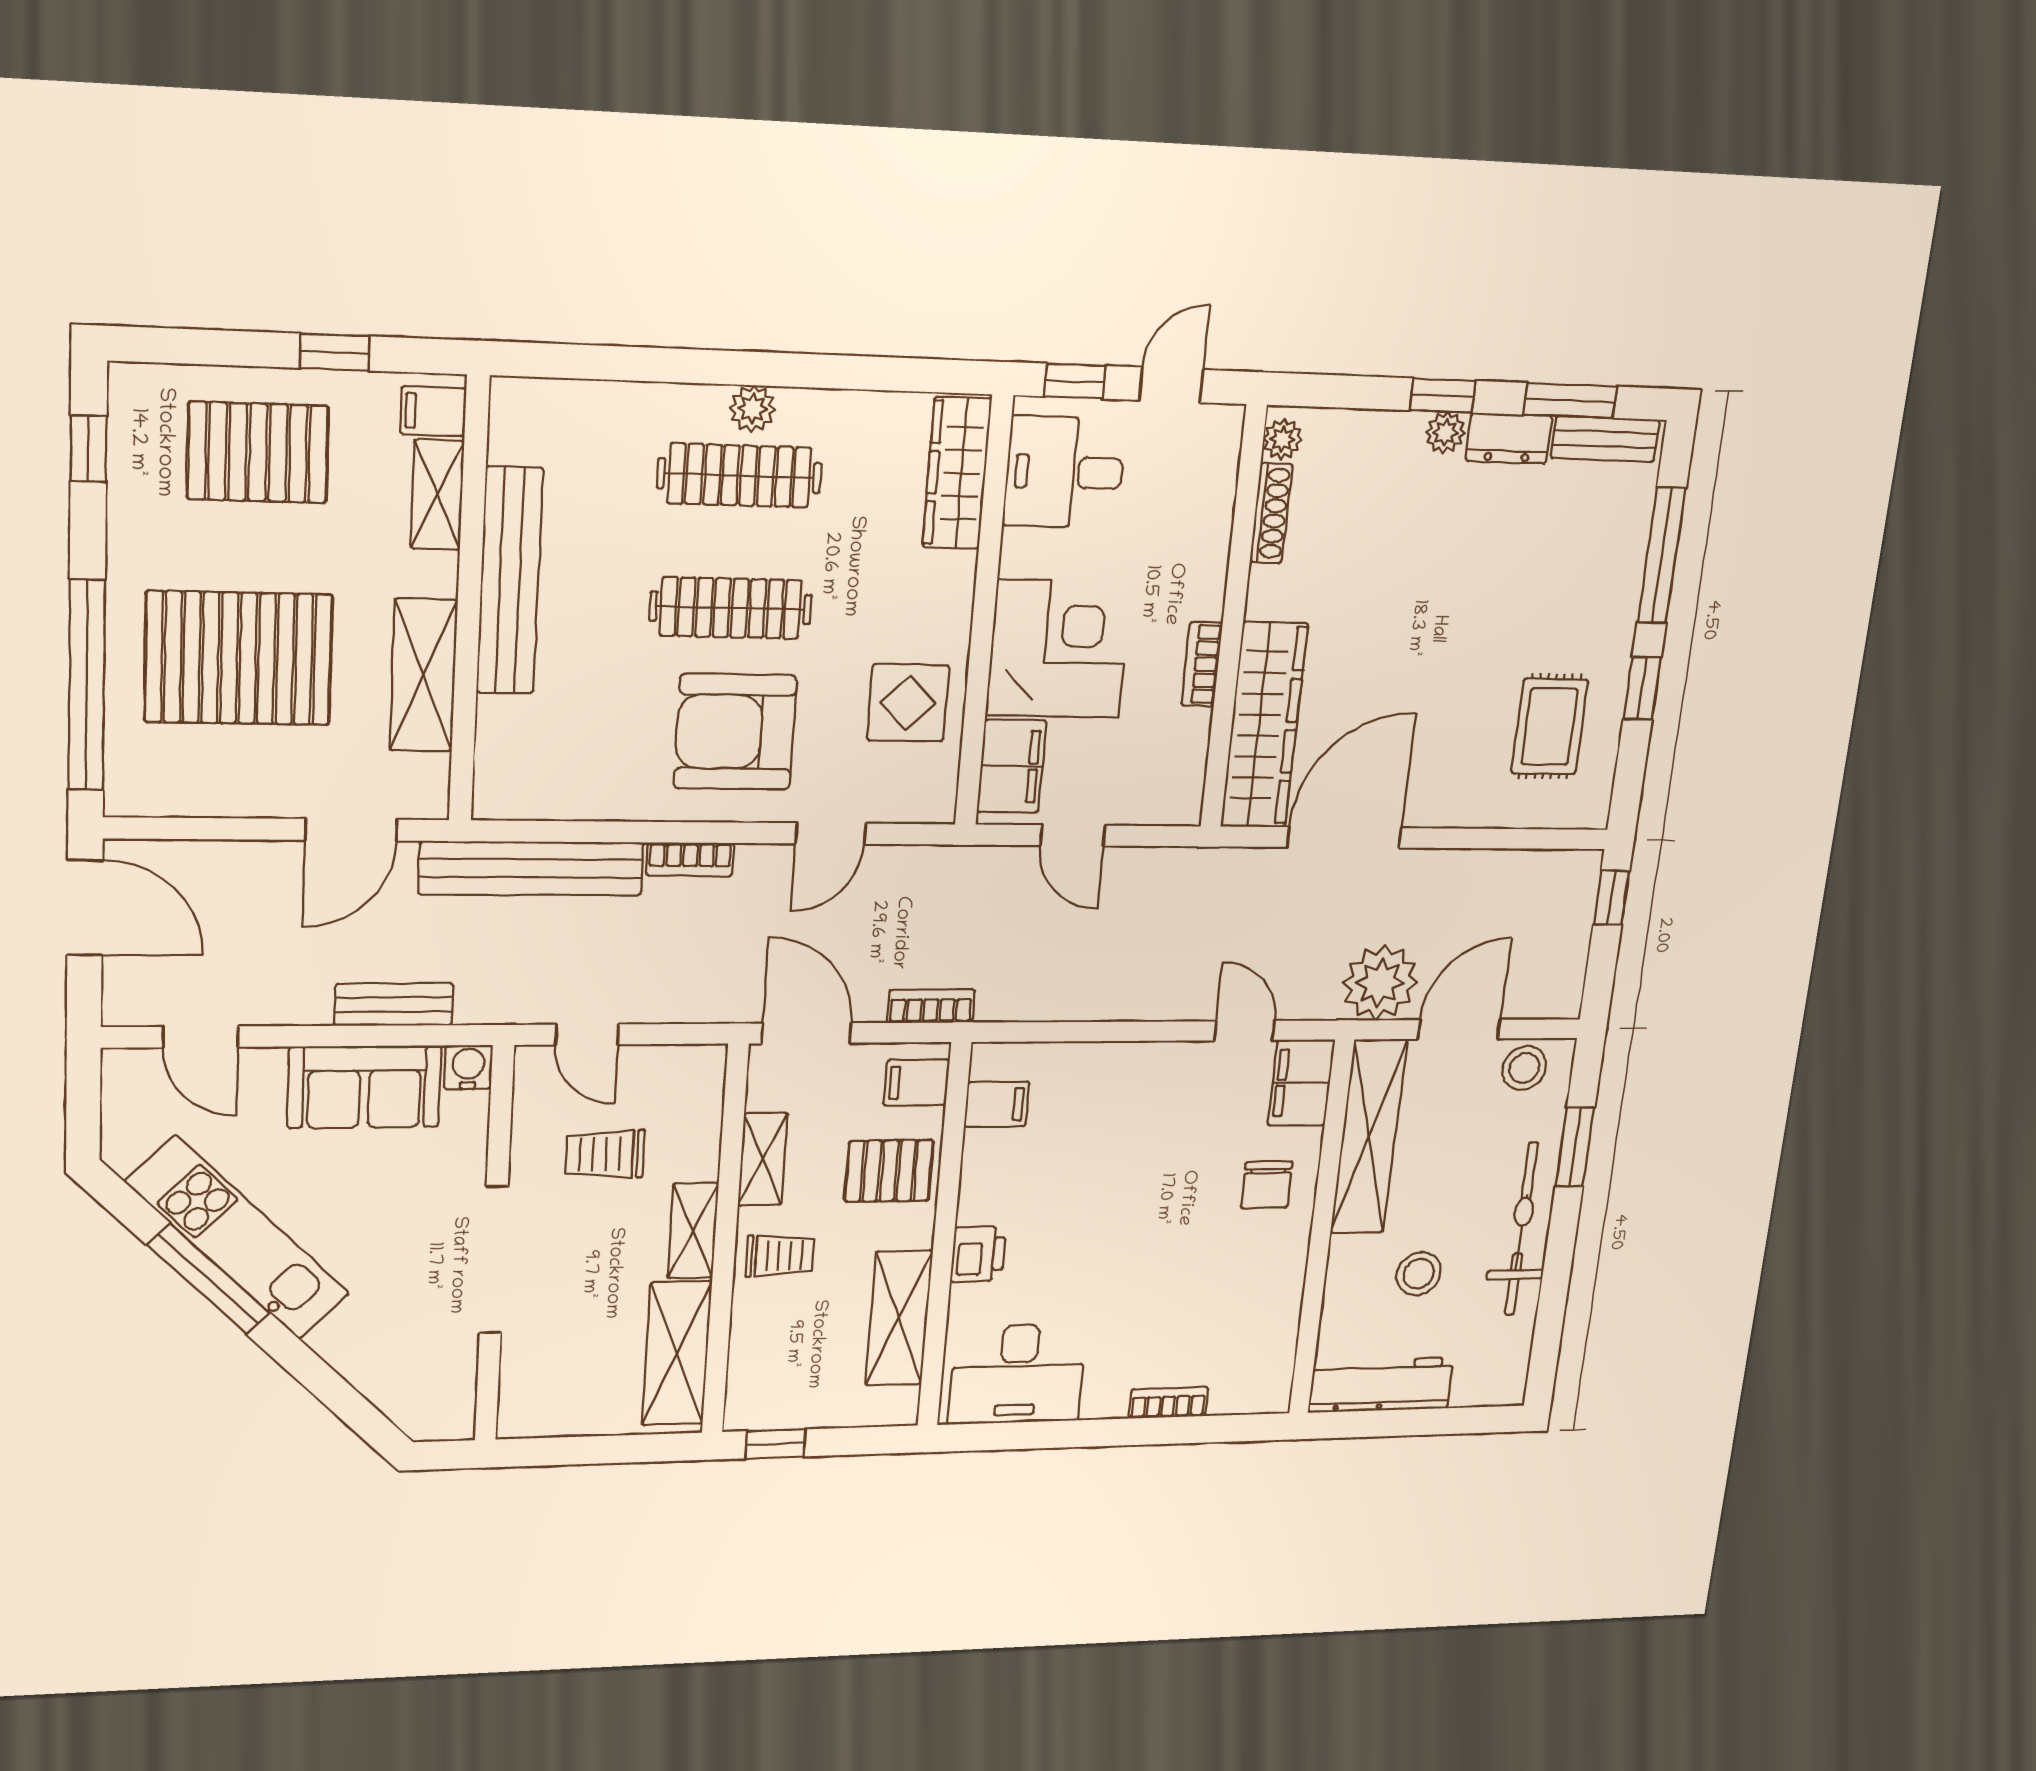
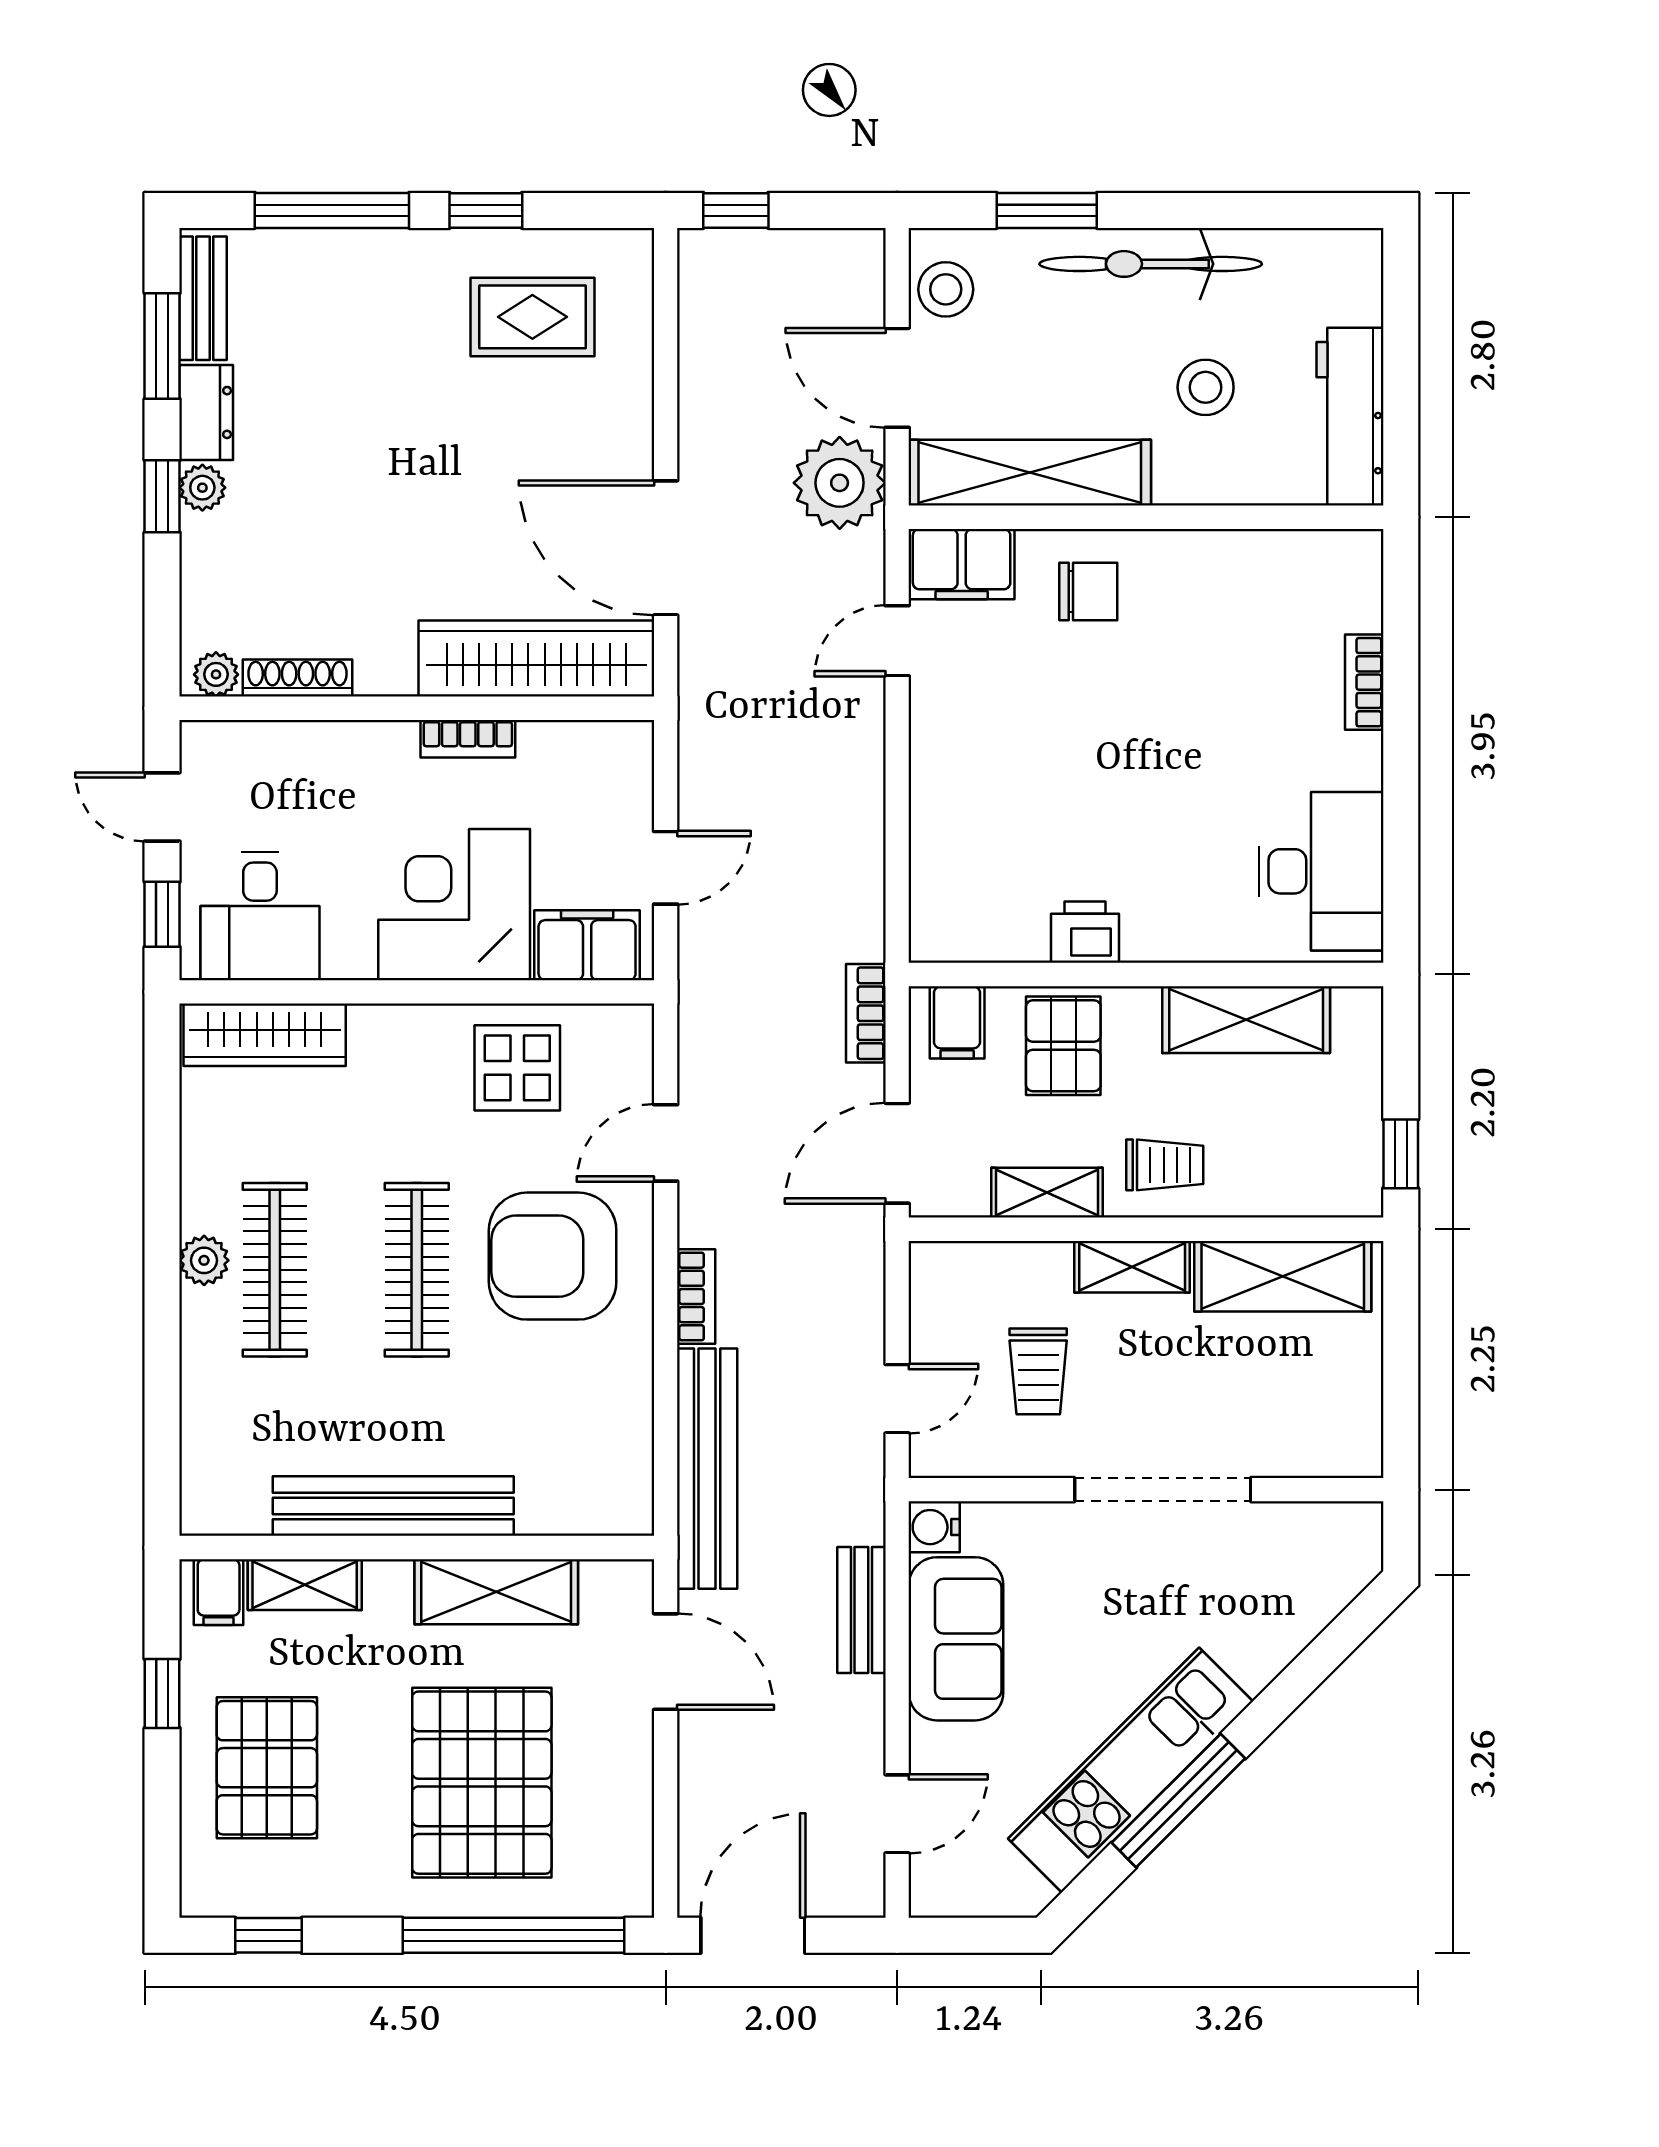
armchair: (735, 732) -> (553, 1256), turned 90
door: (831, 834) -> (666, 1143), swing flipped
filing cabinet: (997, 1104) -> (984, 927), removed
printer: (978, 1254) -> (1085, 932), moved
trolley: (780, 1256) -> (1165, 1165), turned 90

